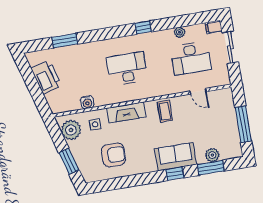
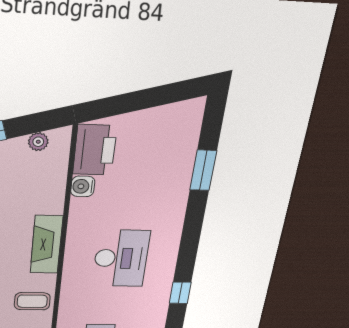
printer: (46, 77) -> (95, 150), moved, turned -74
side table: (95, 124) -> (39, 192), removed
plant: (71, 130) -> (38, 142), width x0.53, depth x0.53

